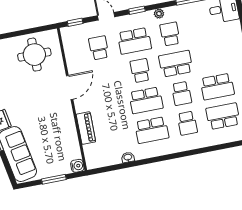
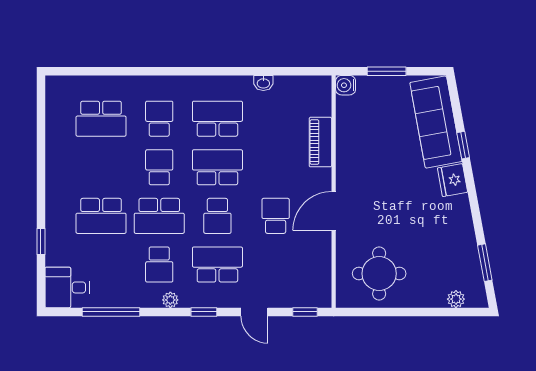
school desk: (99, 48) -> (276, 216), moved, turned 180
school desk: (217, 87) -> (101, 216), moved, turned 180

